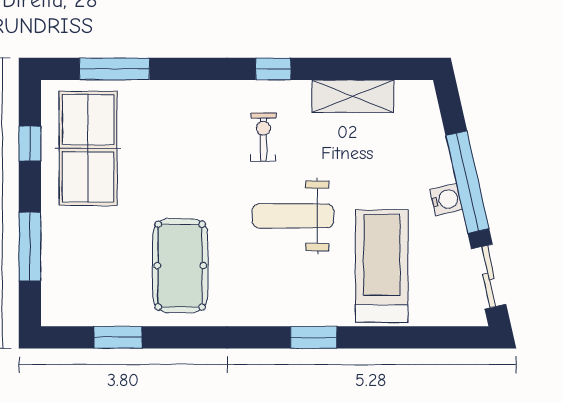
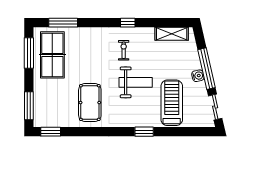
shelving: (353, 96) -> (172, 34), moved
window: (30, 144) -> (29, 53), width x2.17
weight bench: (293, 216) -> (136, 82), turned 180
window: (30, 247) -> (29, 106), moved
window: (118, 337) -> (51, 132), moved

